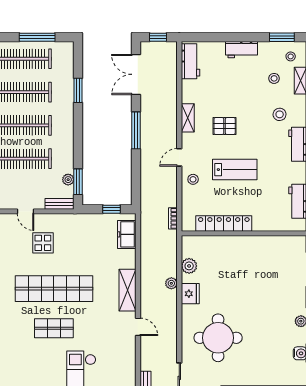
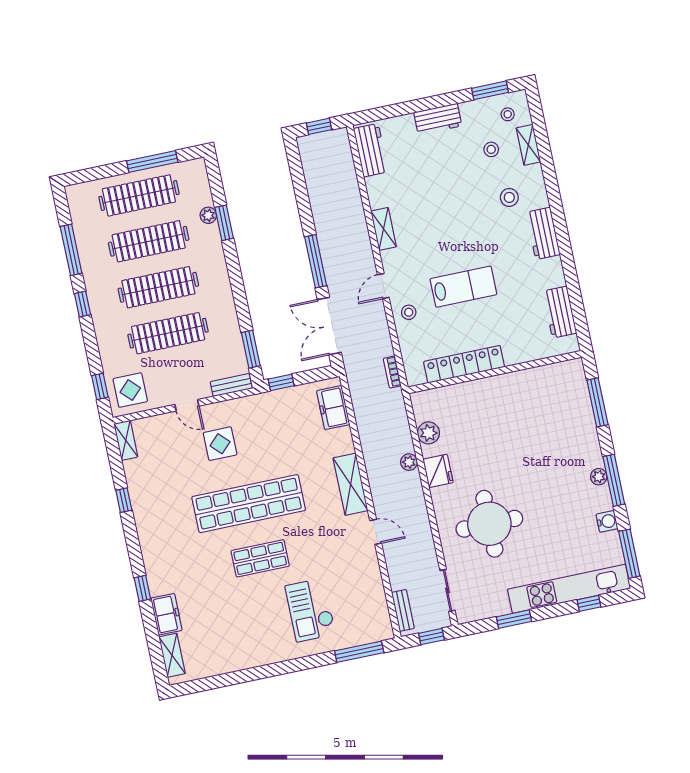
double door: (136, 74) -> (329, 326), moved
pallet: (225, 126) -> (437, 230), removed
plant: (68, 180) -> (208, 215), moved
window: (112, 209) -> (281, 382), moved

